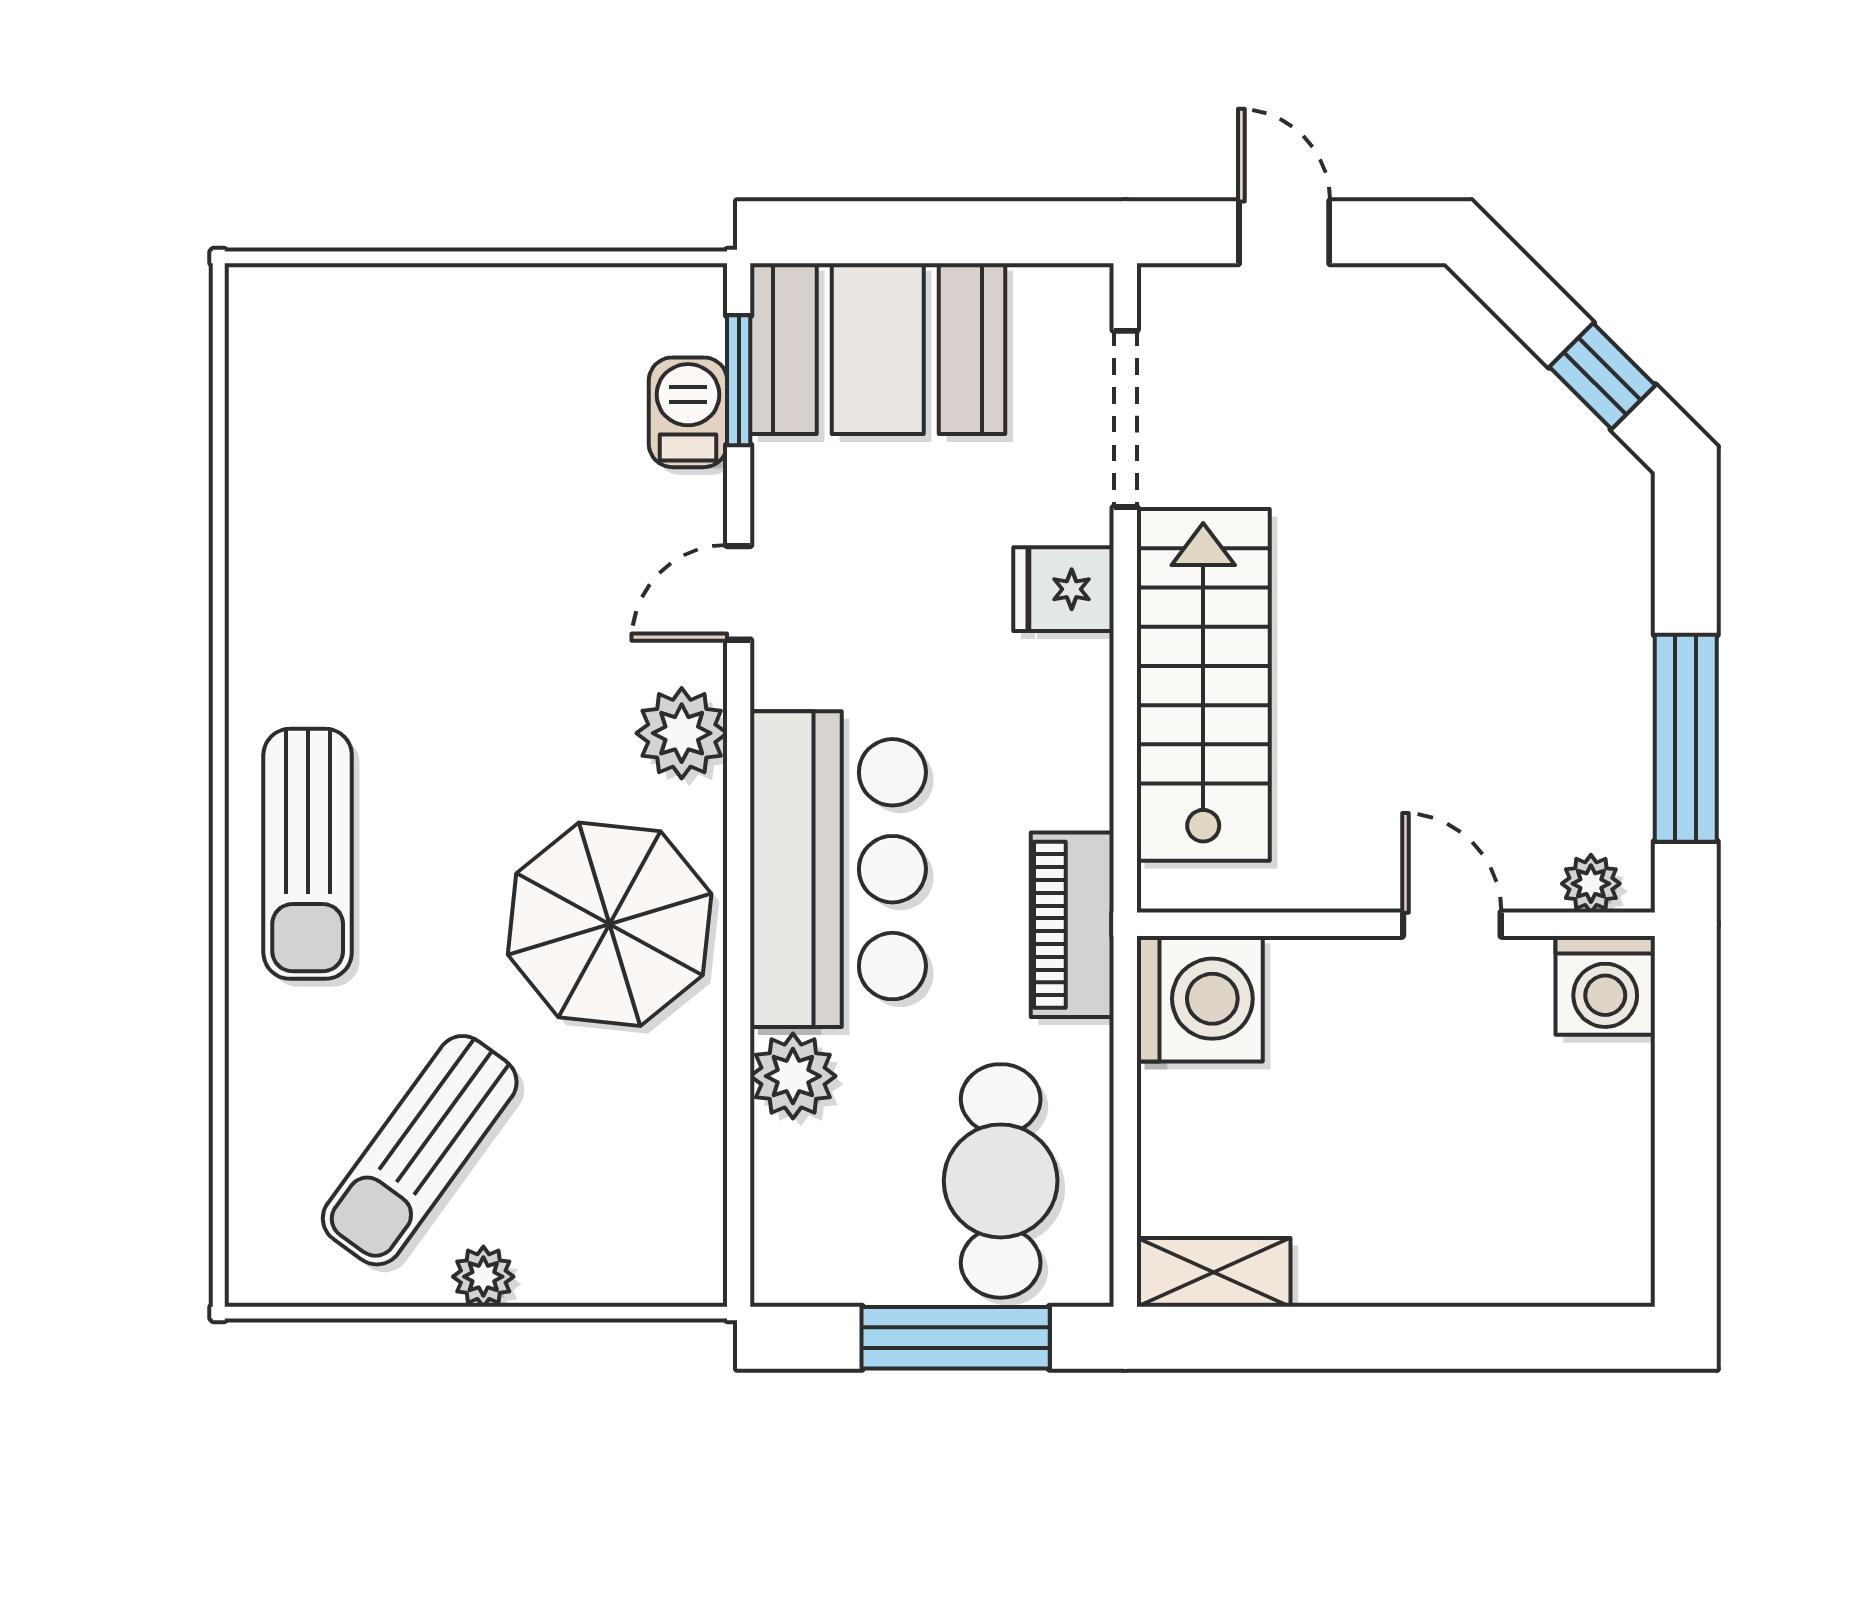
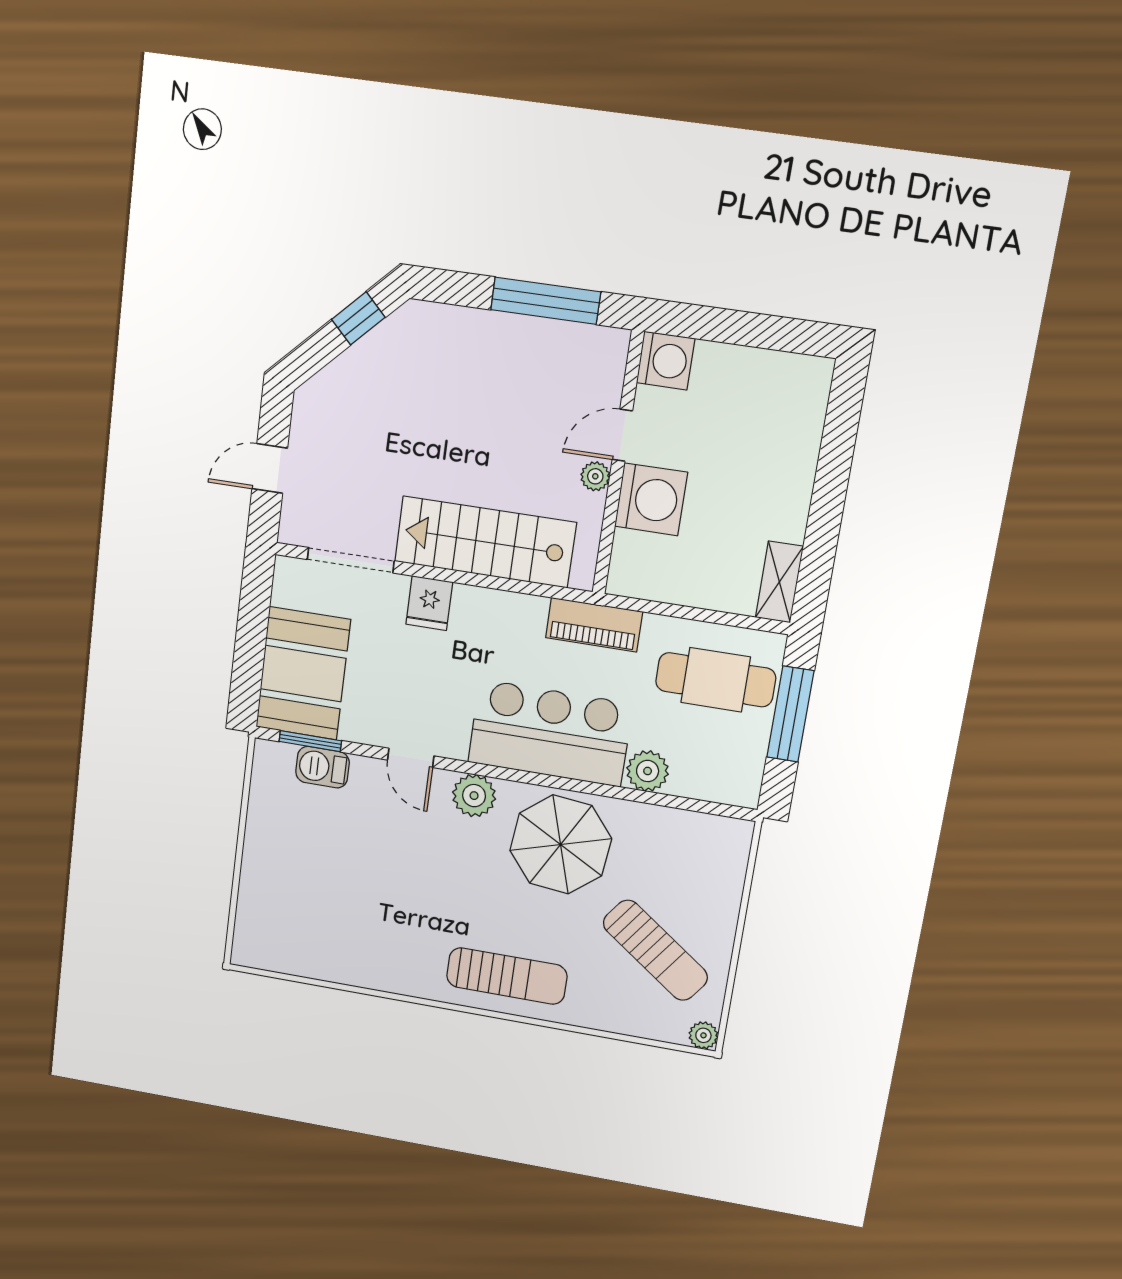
plant: (1591, 884) -> (595, 476), moved
washing machine: (1200, 999) -> (651, 499), moved, turned 90
plant: (483, 1277) -> (703, 1035), moved

